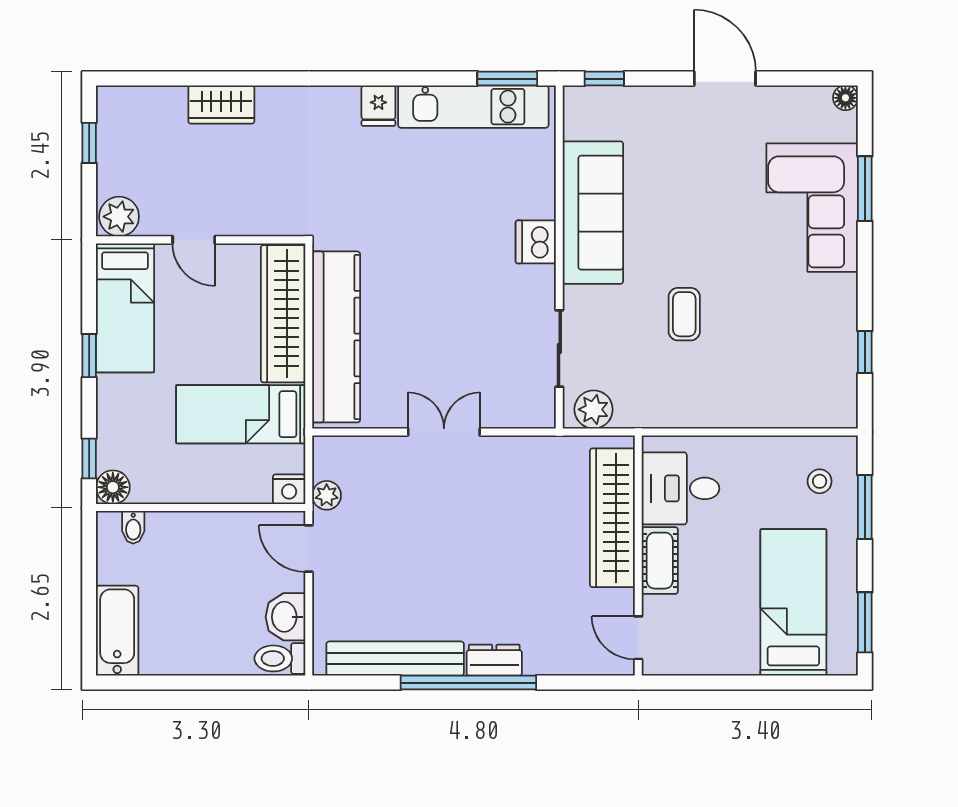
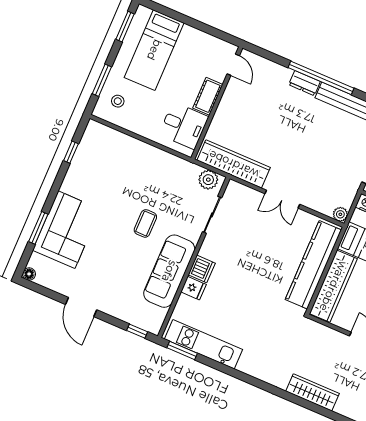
wardrobe: (221, 105) -> (312, 392), width x1.50
fridge: (378, 106) -> (193, 288), moved, turned 90
coffee table: (684, 314) -> (145, 223), moved
plant: (327, 495) -> (340, 214), moved
wardrobe: (612, 518) -> (234, 164), moved, turned -90

